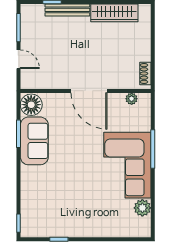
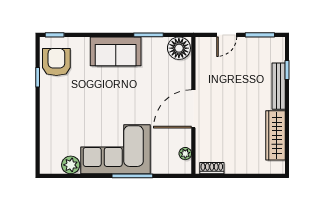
sofa: (34, 141) -> (116, 51), moved
armchair: (44, 221) -> (56, 62), added

